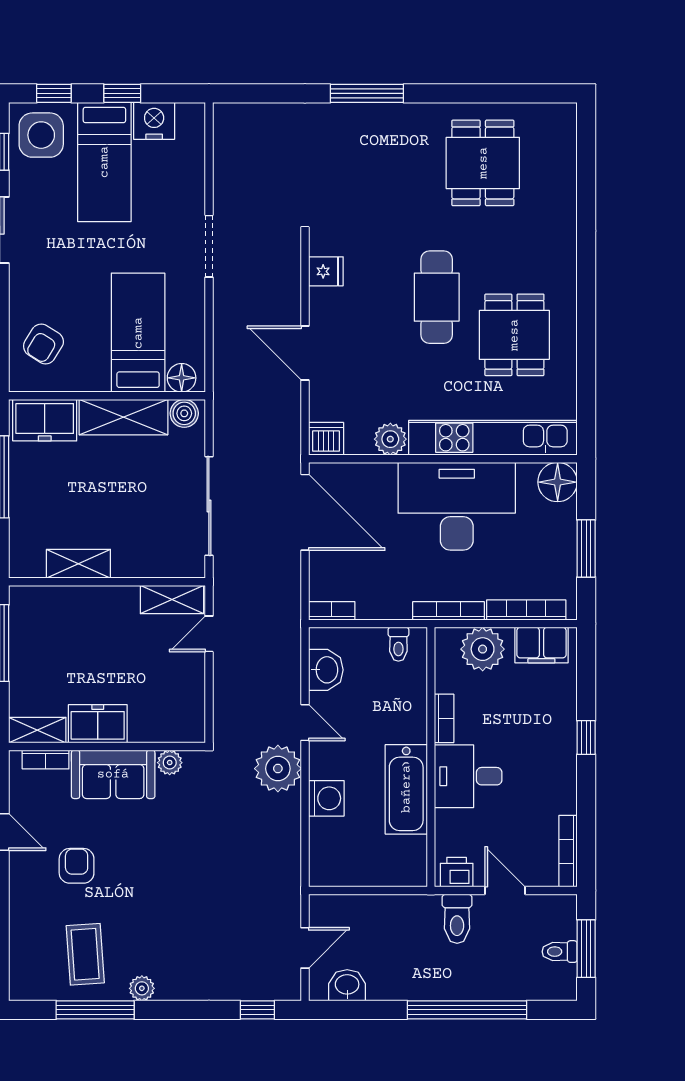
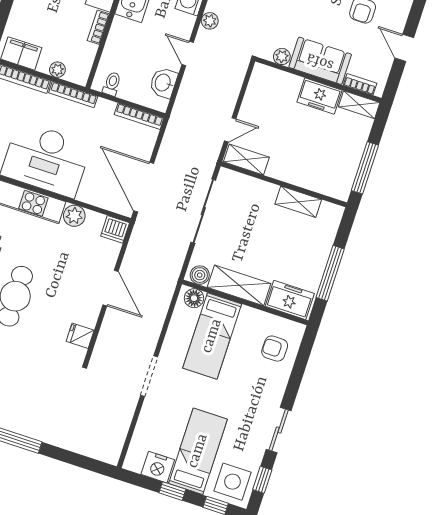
armchair: (43, 344) -> (275, 349), turned -122
bookcase: (332, 611) -> (139, 116), width x1.56
plant: (483, 649) -> (57, 70), width x0.53, depth x0.53
plant: (278, 769) -> (210, 21), width x0.53, depth x0.53

